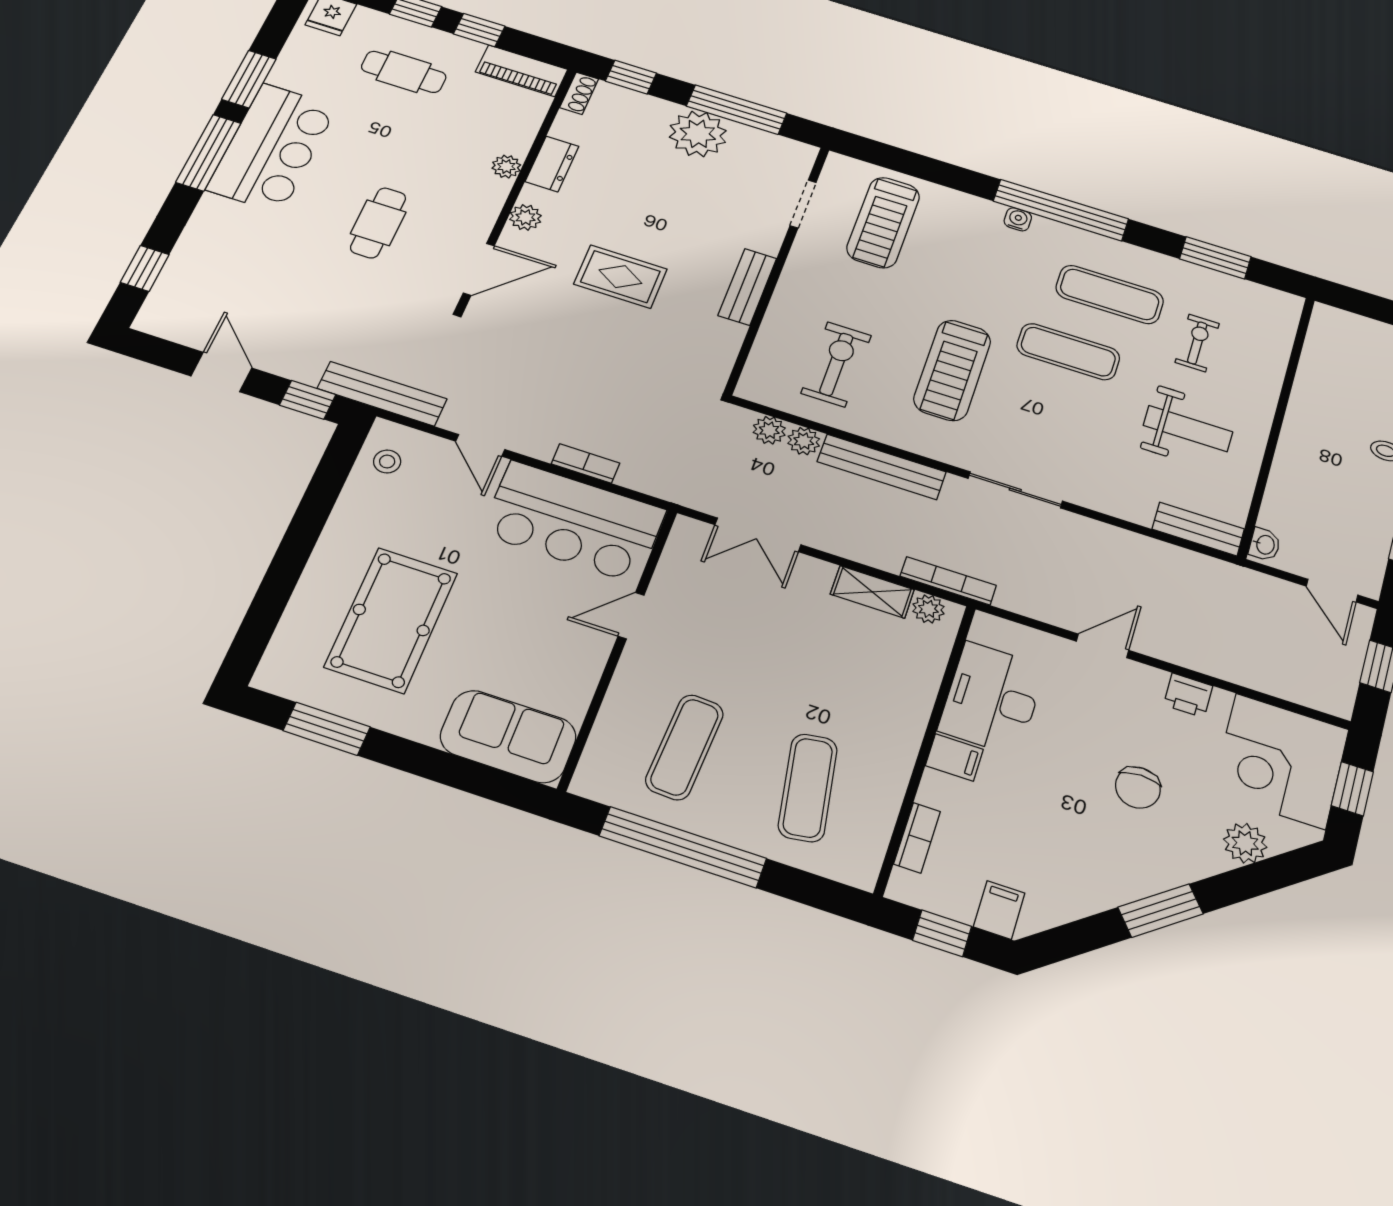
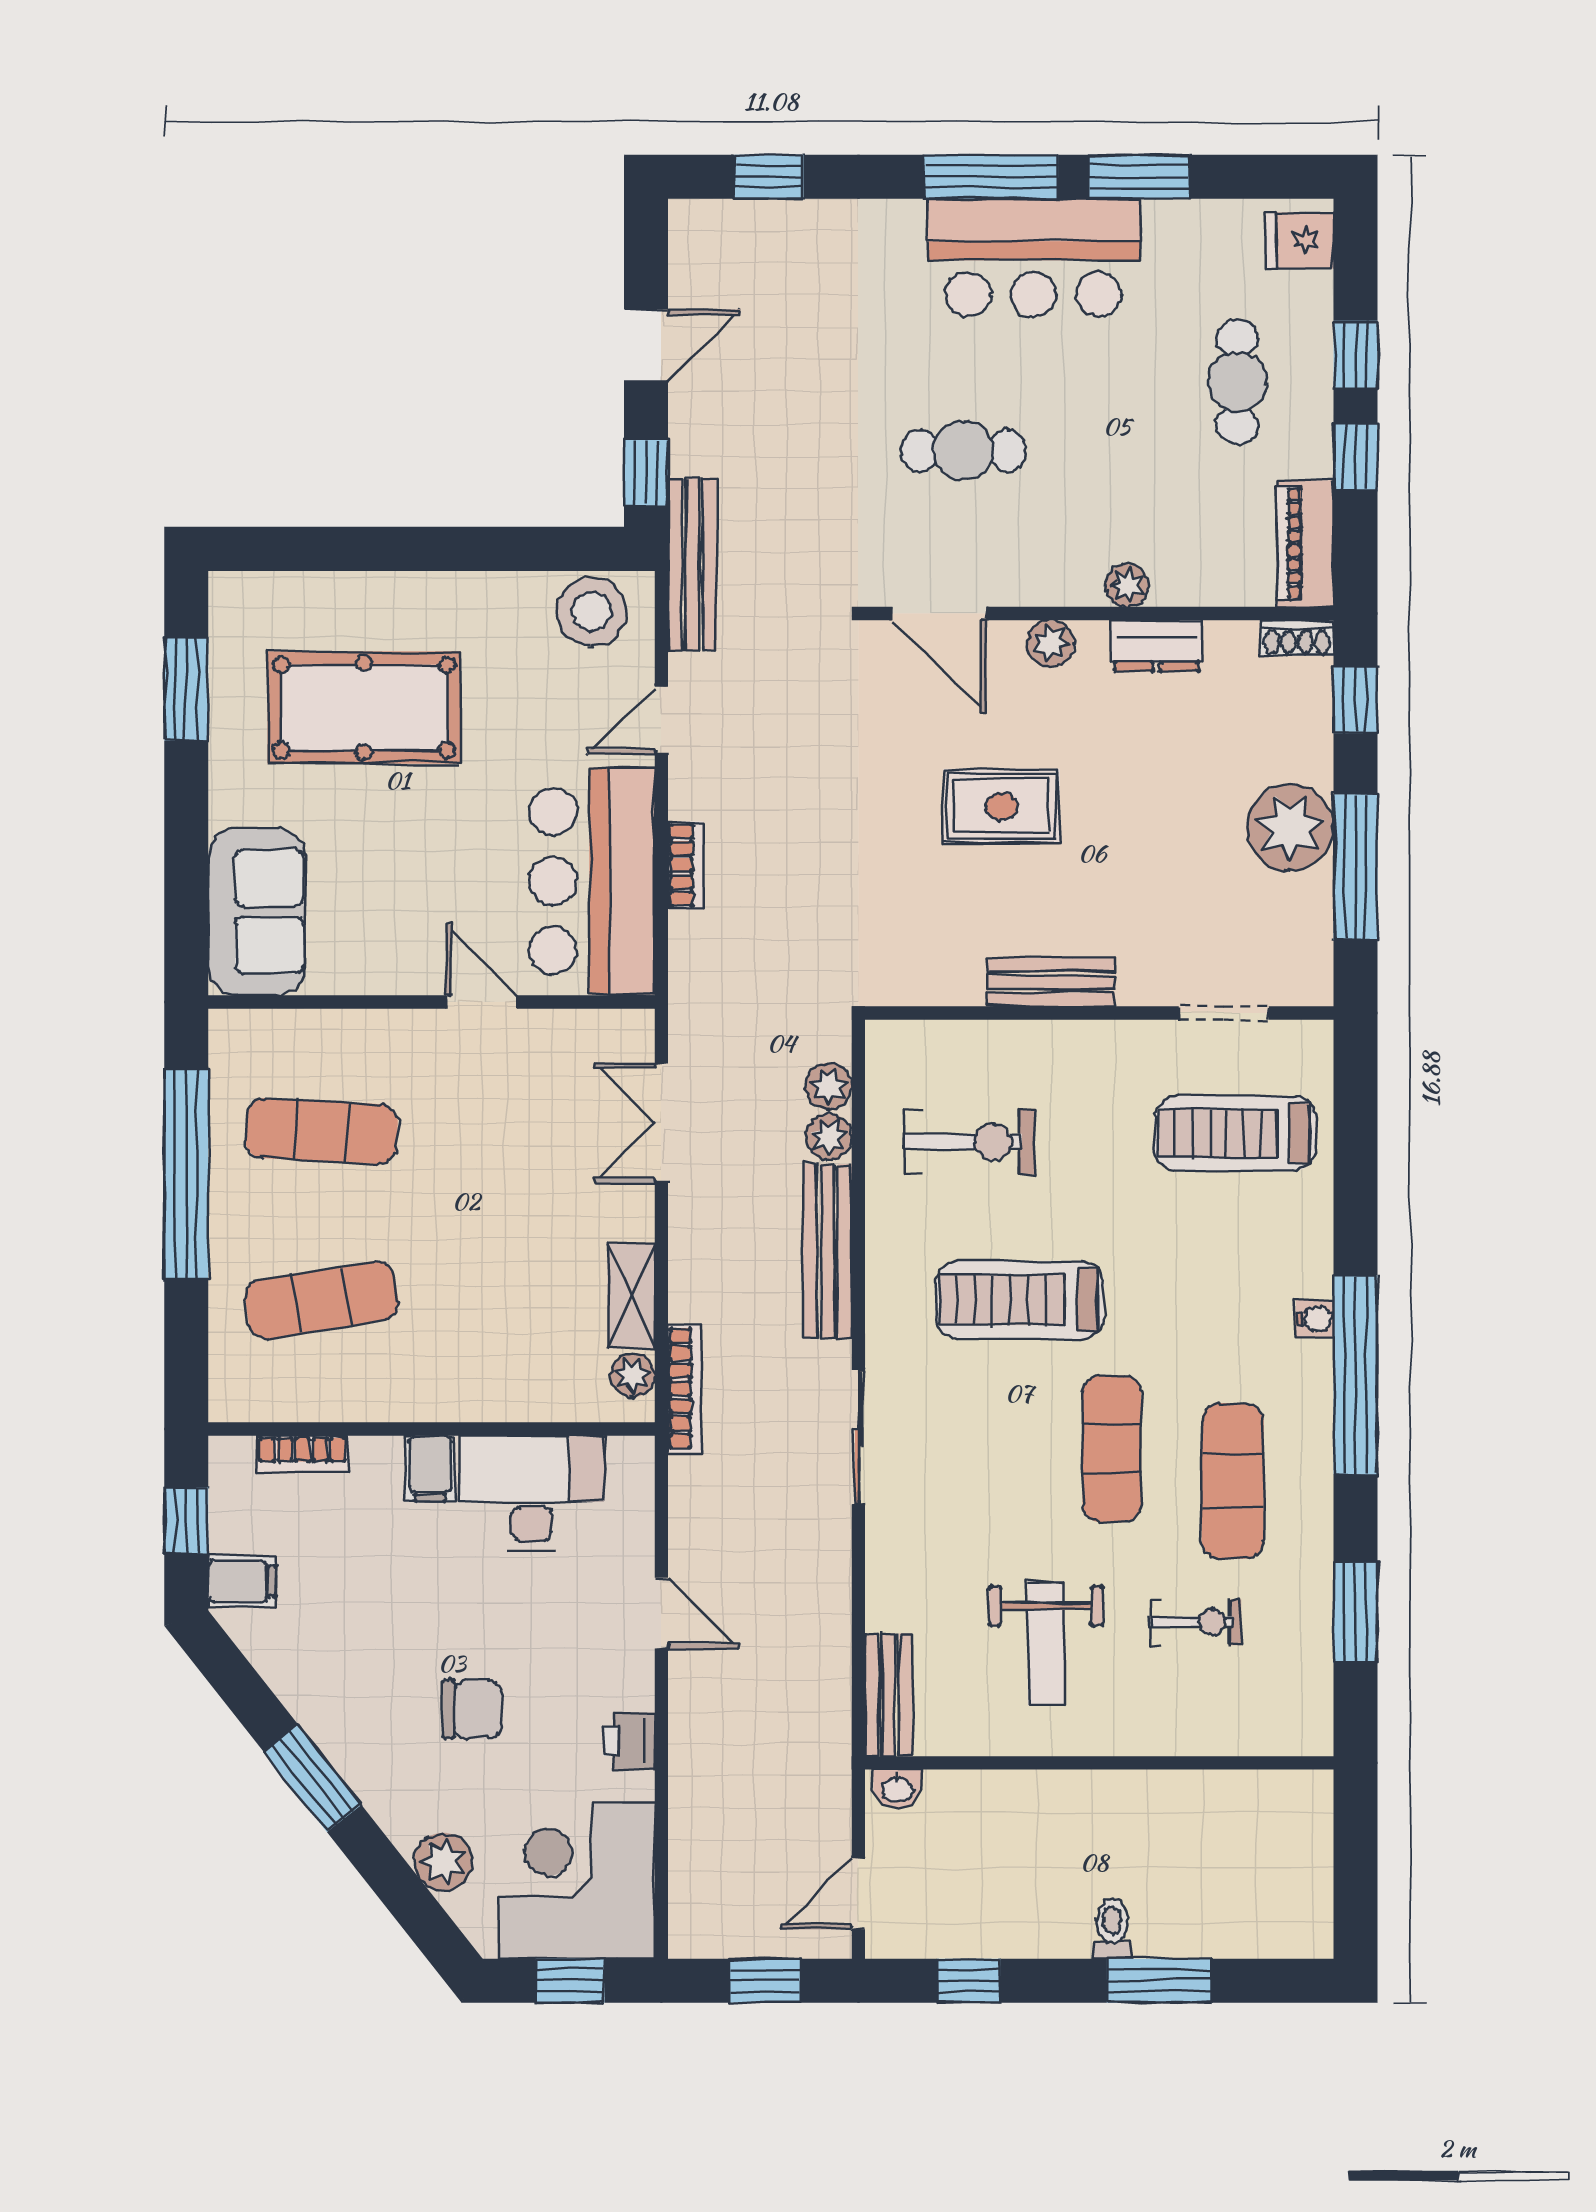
rug: (620, 277) -> (1001, 806), turned 90
stool: (387, 461) -> (592, 612), width x1.89, depth x1.89
chair: (1138, 788) -> (472, 1709), turned 180

